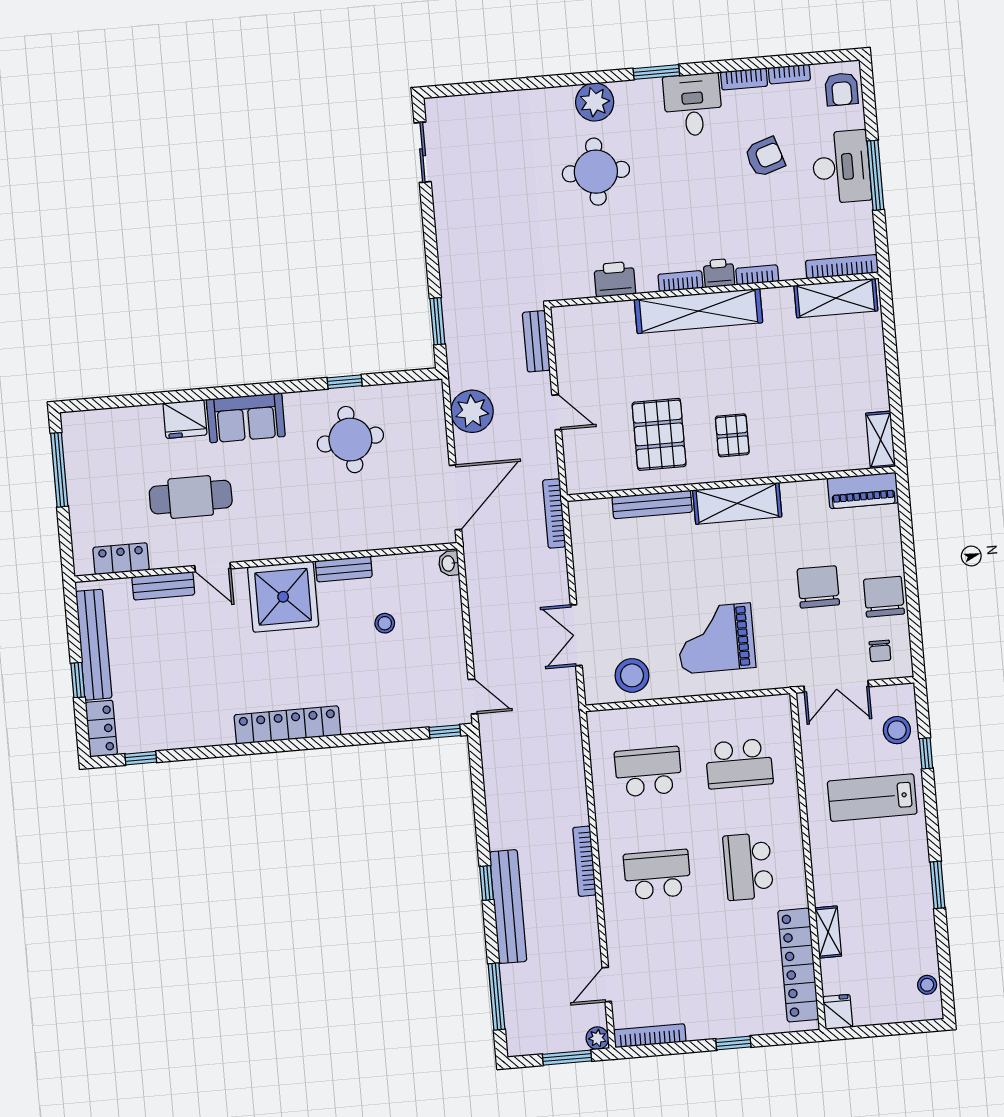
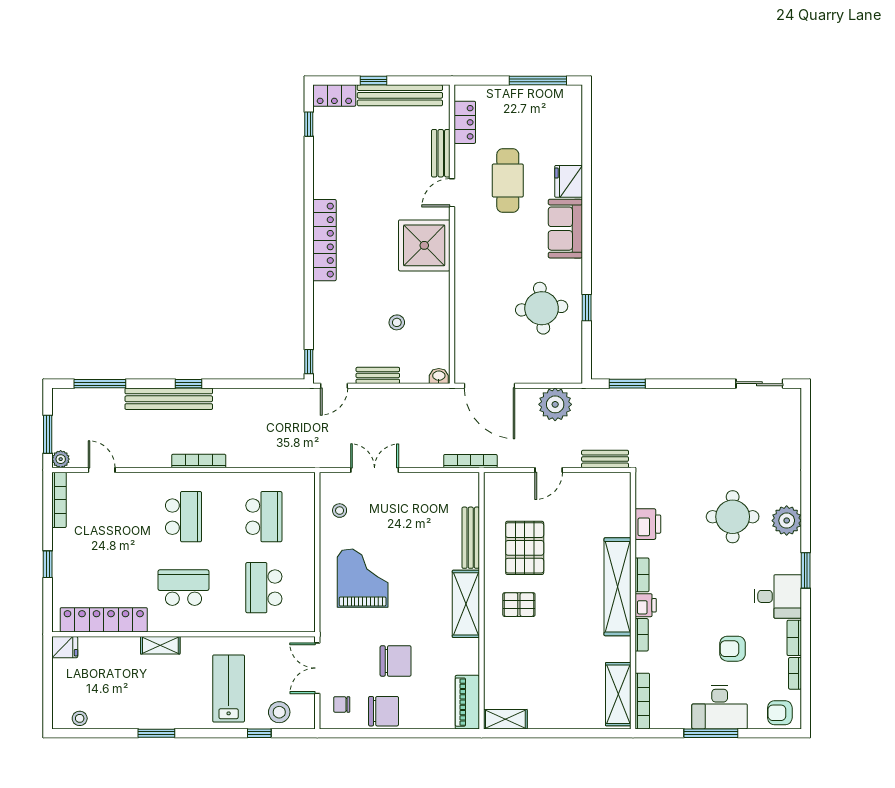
armchair: (765, 157) -> (733, 649), turned 108
pallet: (659, 434) -> (525, 548), turned 90
bench: (344, 569) -> (378, 375), moved, turned 90
stool: (632, 675) -> (340, 511), width x0.53, depth x0.53
shelving: (828, 932) -> (160, 645), moved

